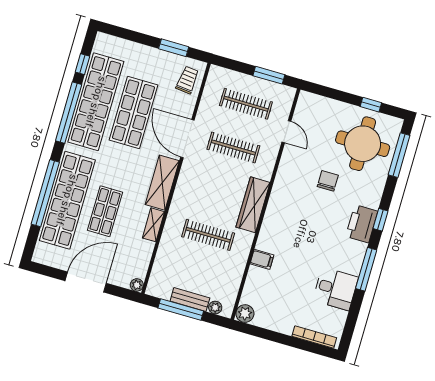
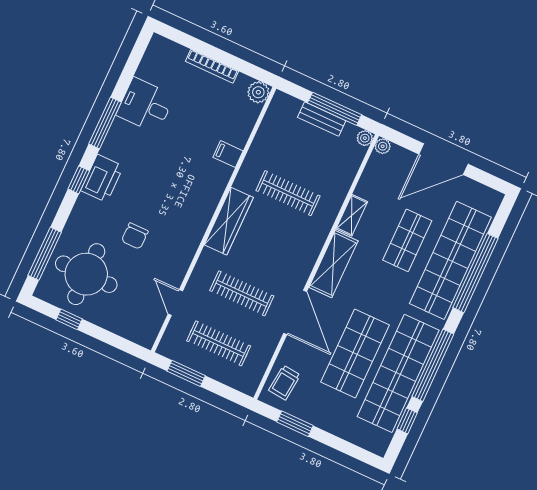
plant: (215, 308) -> (365, 138), moved
bookcase: (314, 337) -> (212, 66), moved

